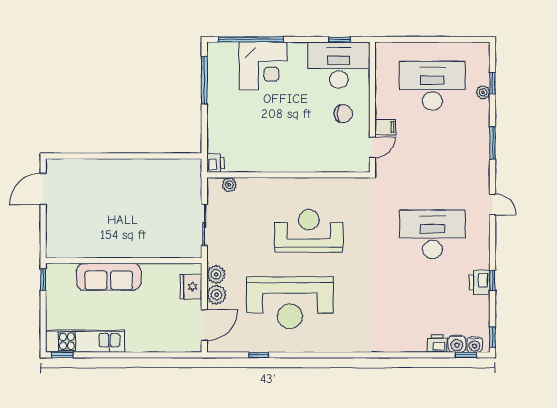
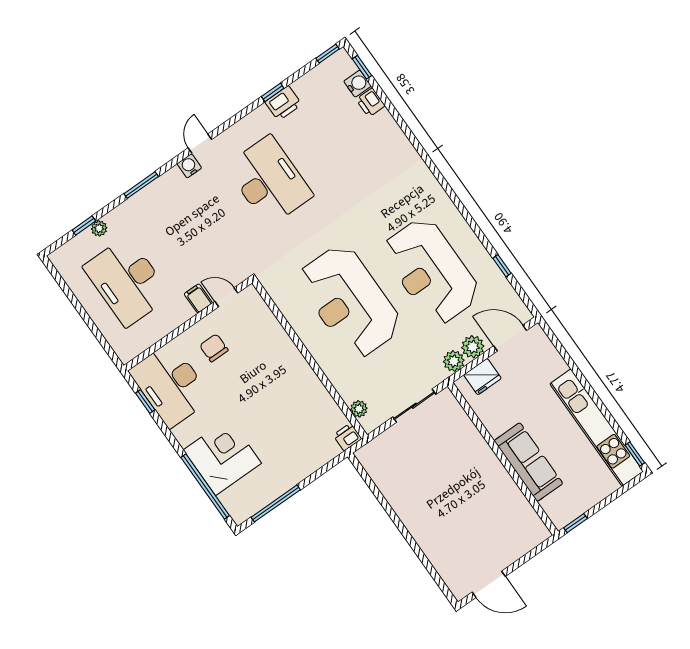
reception desk: (309, 231) -> (349, 301), width x1.36, depth x1.30
desk: (432, 234) -> (269, 181), turned 180
reception desk: (290, 303) -> (431, 271), turned 180
kitchen unit: (85, 341) -> (597, 428), width x1.36
water cooler: (474, 345) -> (189, 166), moved, turned -90

